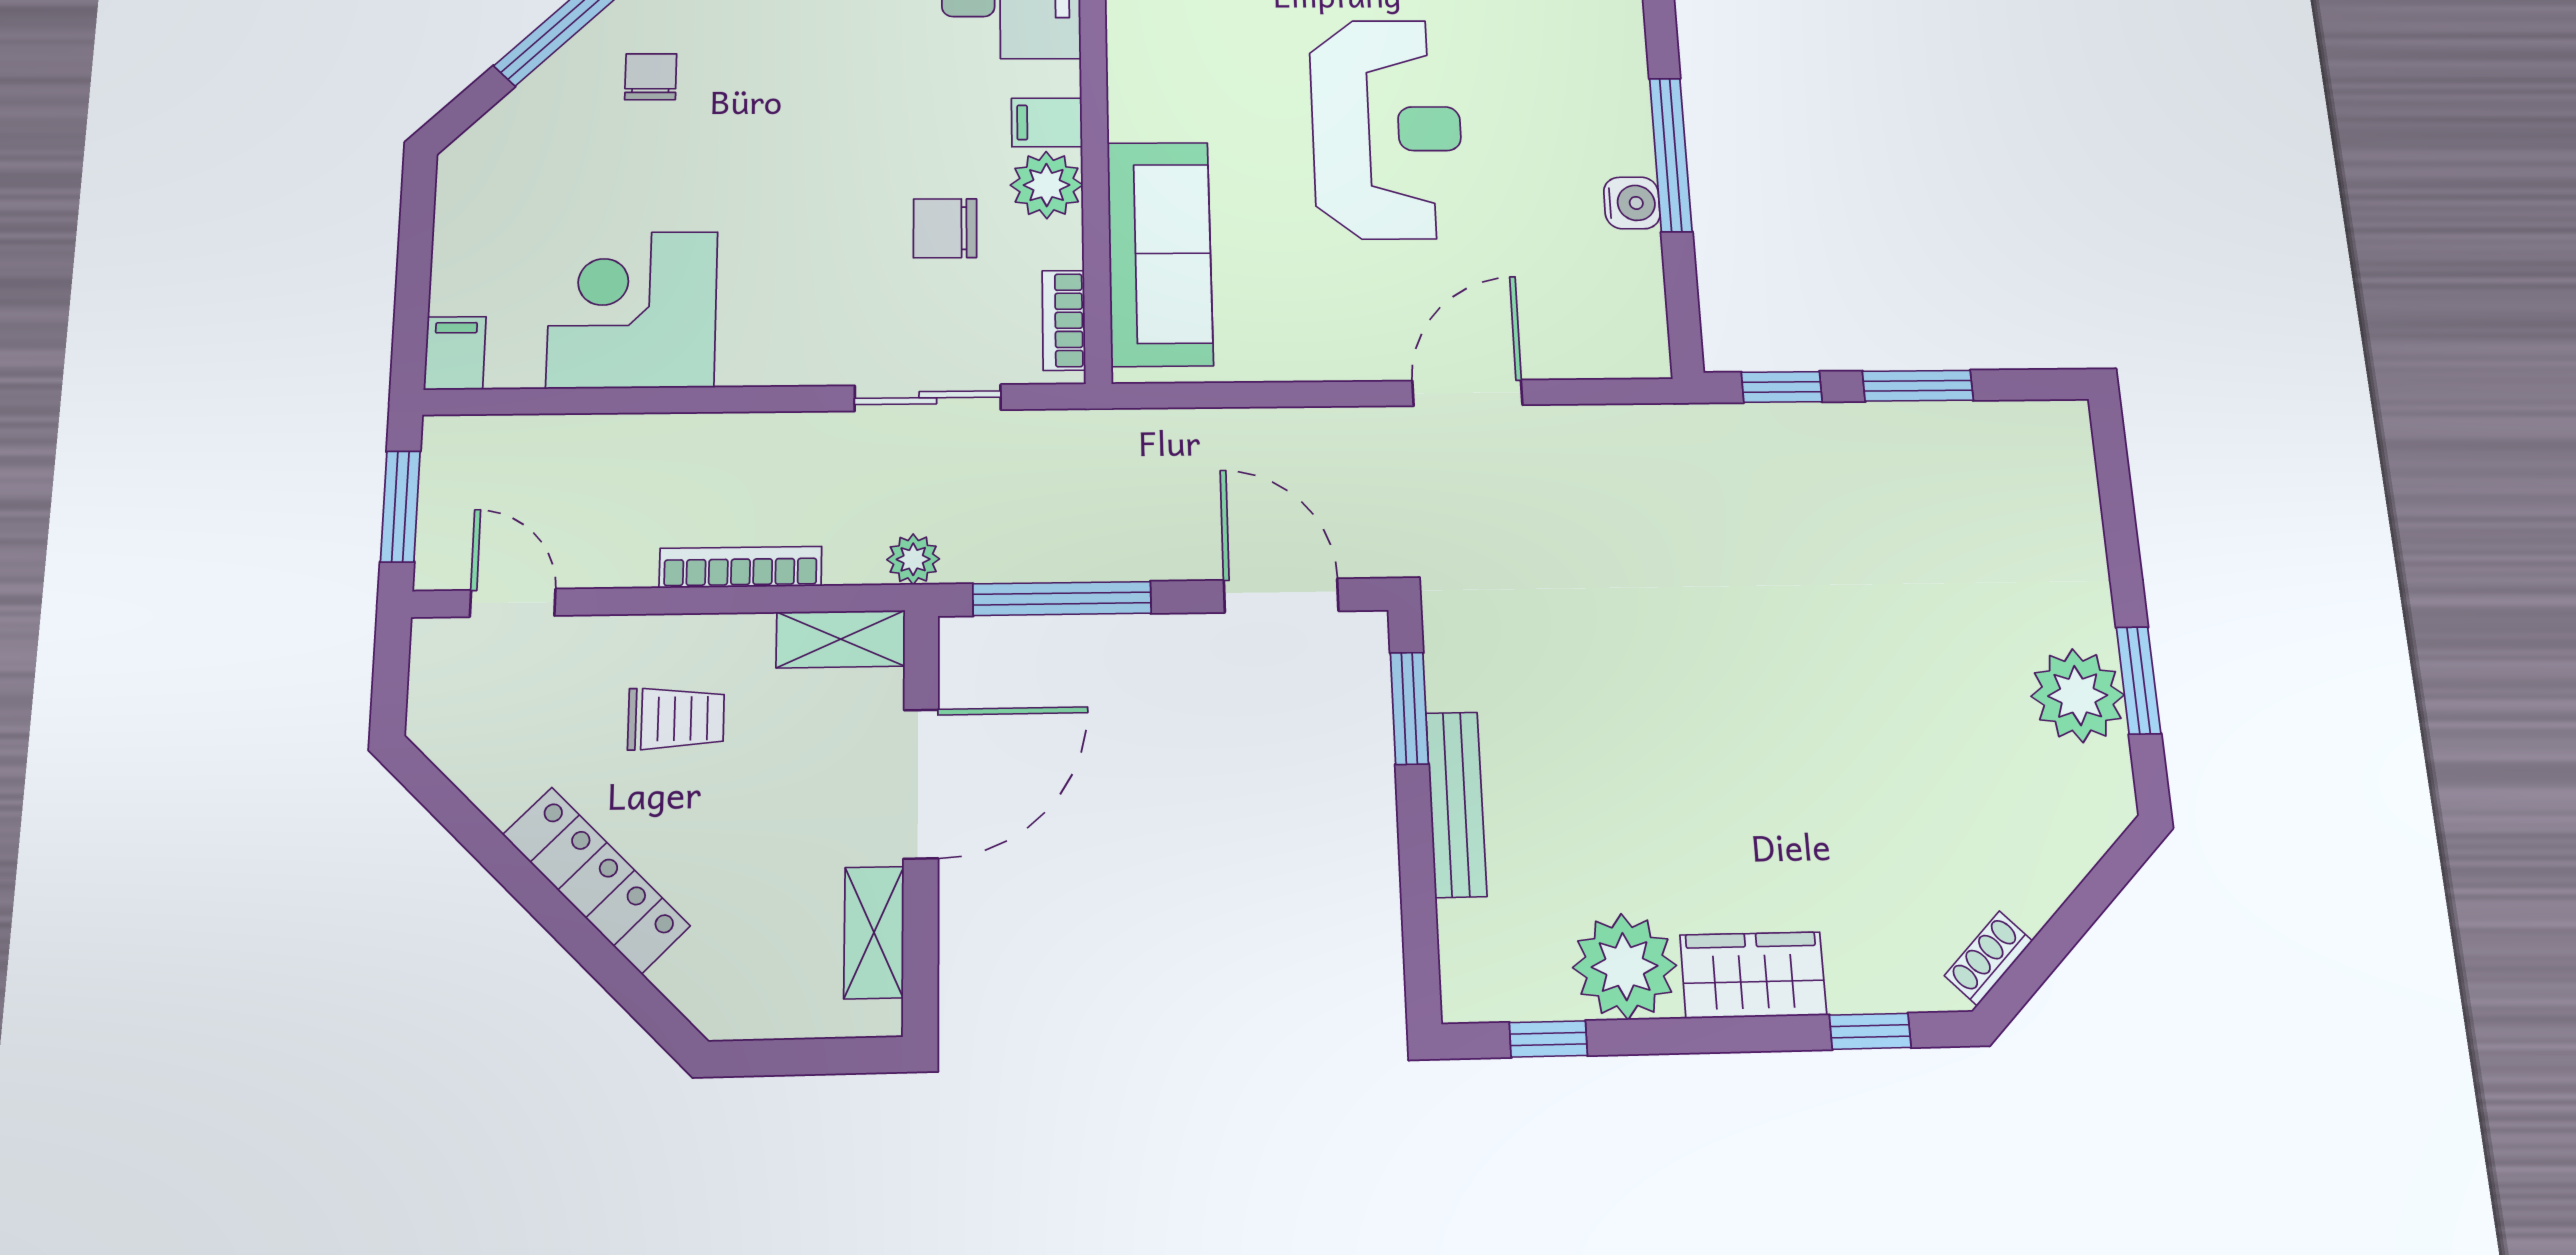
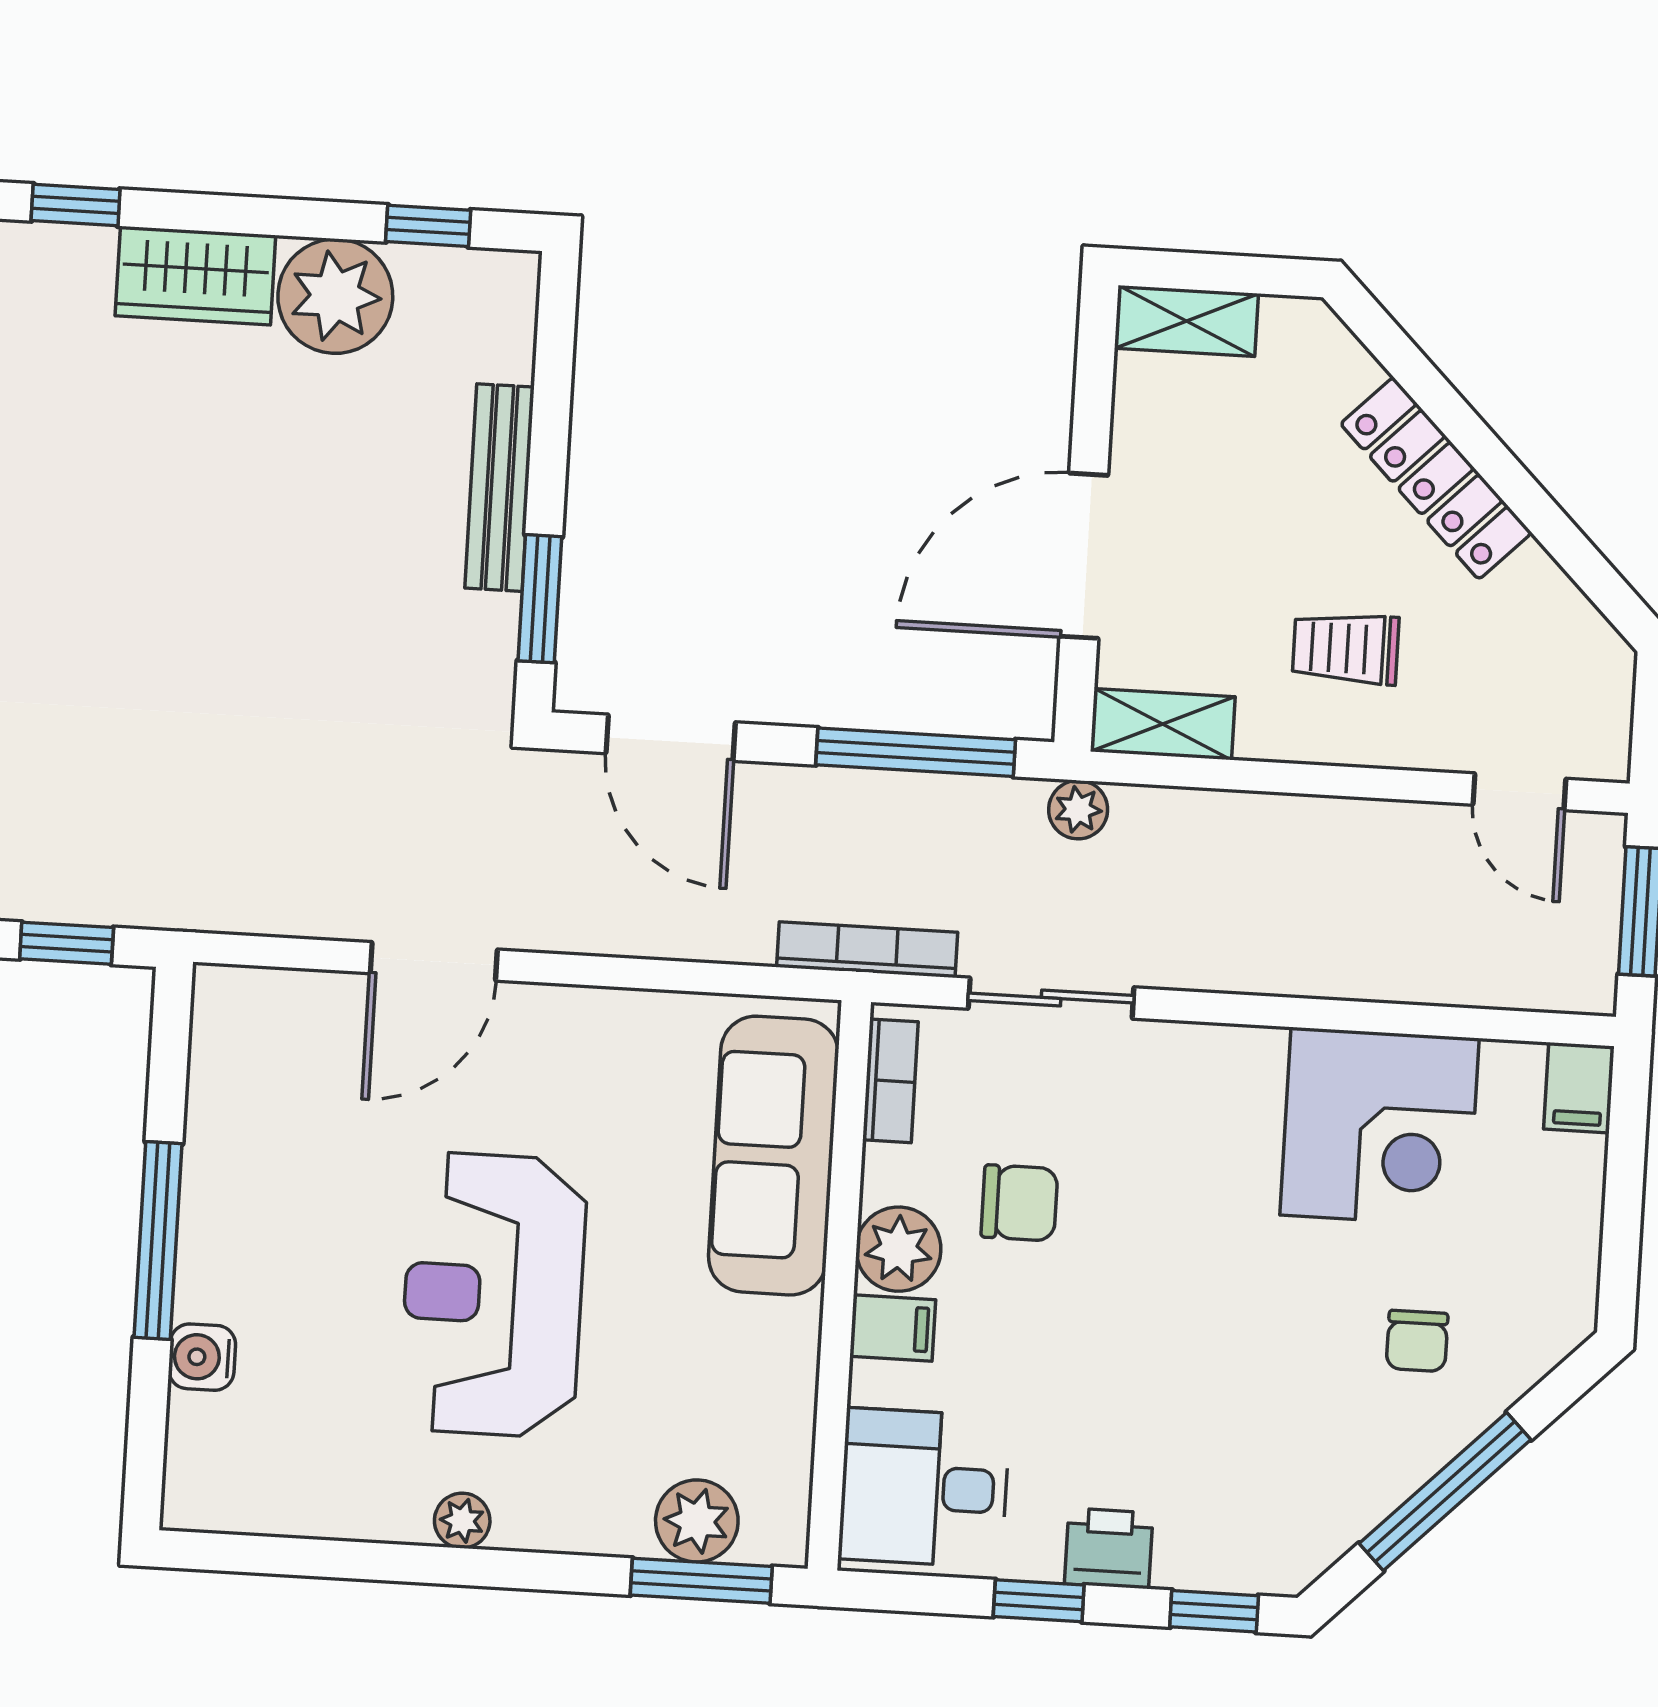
chair: (651, 77) -> (1417, 1341), moved
water cooler: (1632, 203) -> (202, 1357), moved
bookcase: (741, 567) -> (867, 950), moved, turned 180
shelving: (874, 932) -> (1186, 321), moved, turned 90

